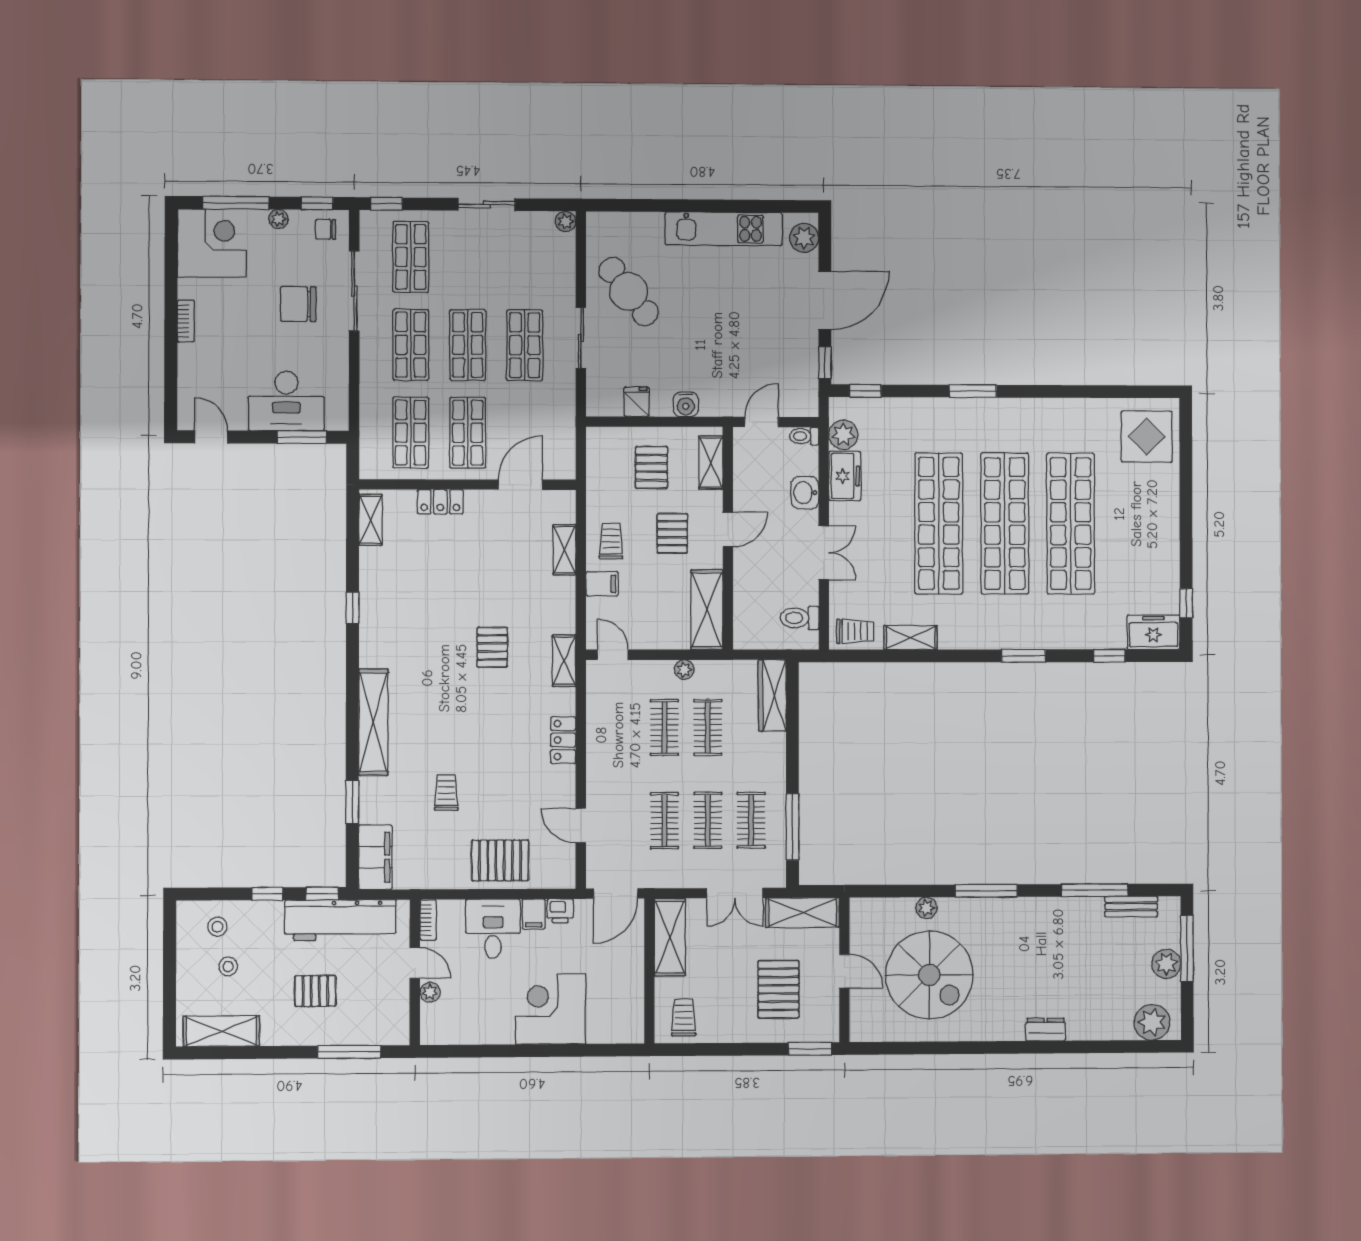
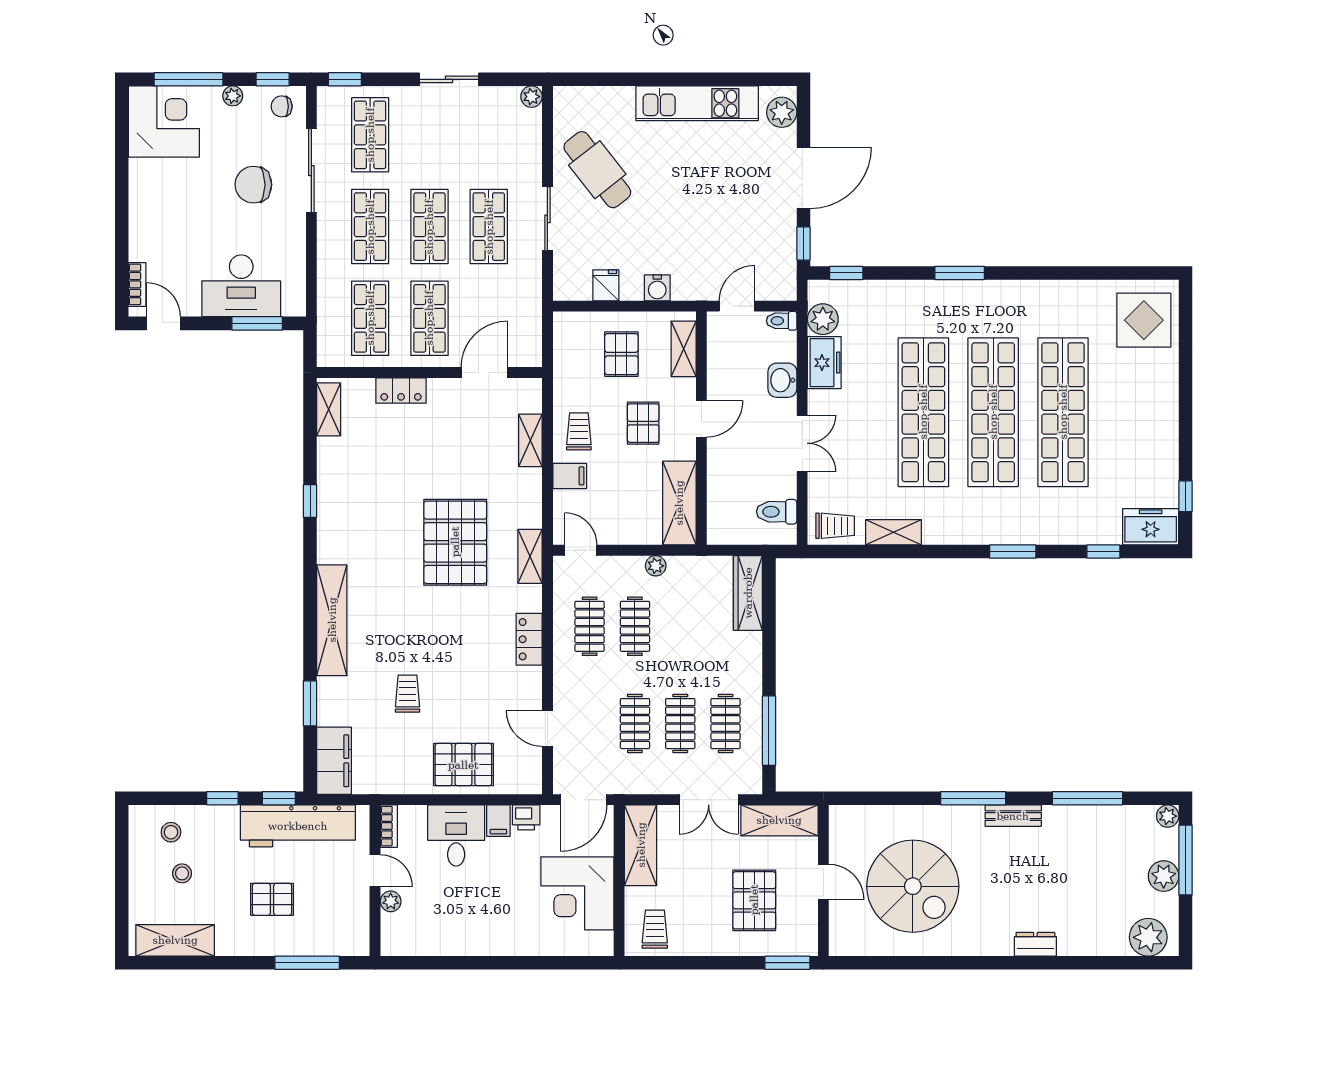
bookcase: (186, 321) -> (137, 284), moved
pallet: (492, 647) -> (455, 542), width x2.05, depth x2.00
clothes rail: (708, 727) -> (590, 626), moved
bench: (1131, 907) -> (1013, 816), moved
plant: (926, 908) -> (1168, 816), moved
corner desk: (551, 1009) -> (577, 893), moved, turned -90

